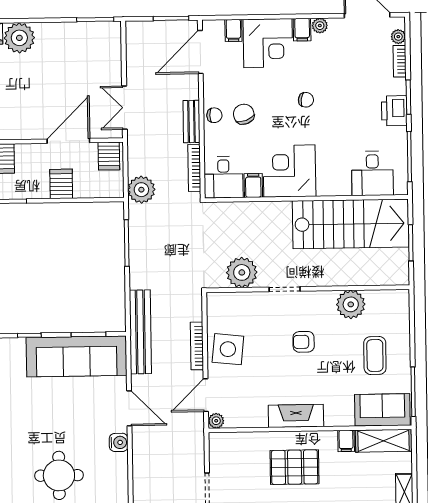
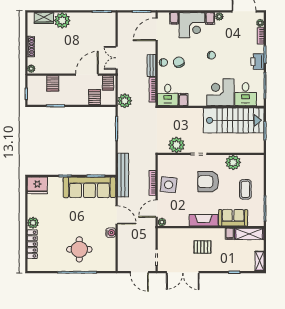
corner desk: (289, 171) -> (220, 92), moved
server rack: (61, 184) -> (95, 97), moved
armchair: (304, 342) -> (208, 182), width x1.88, depth x1.88
sofa: (382, 410) -> (233, 218), moved
pallet: (295, 467) -> (202, 247), width x0.67, depth x0.71

